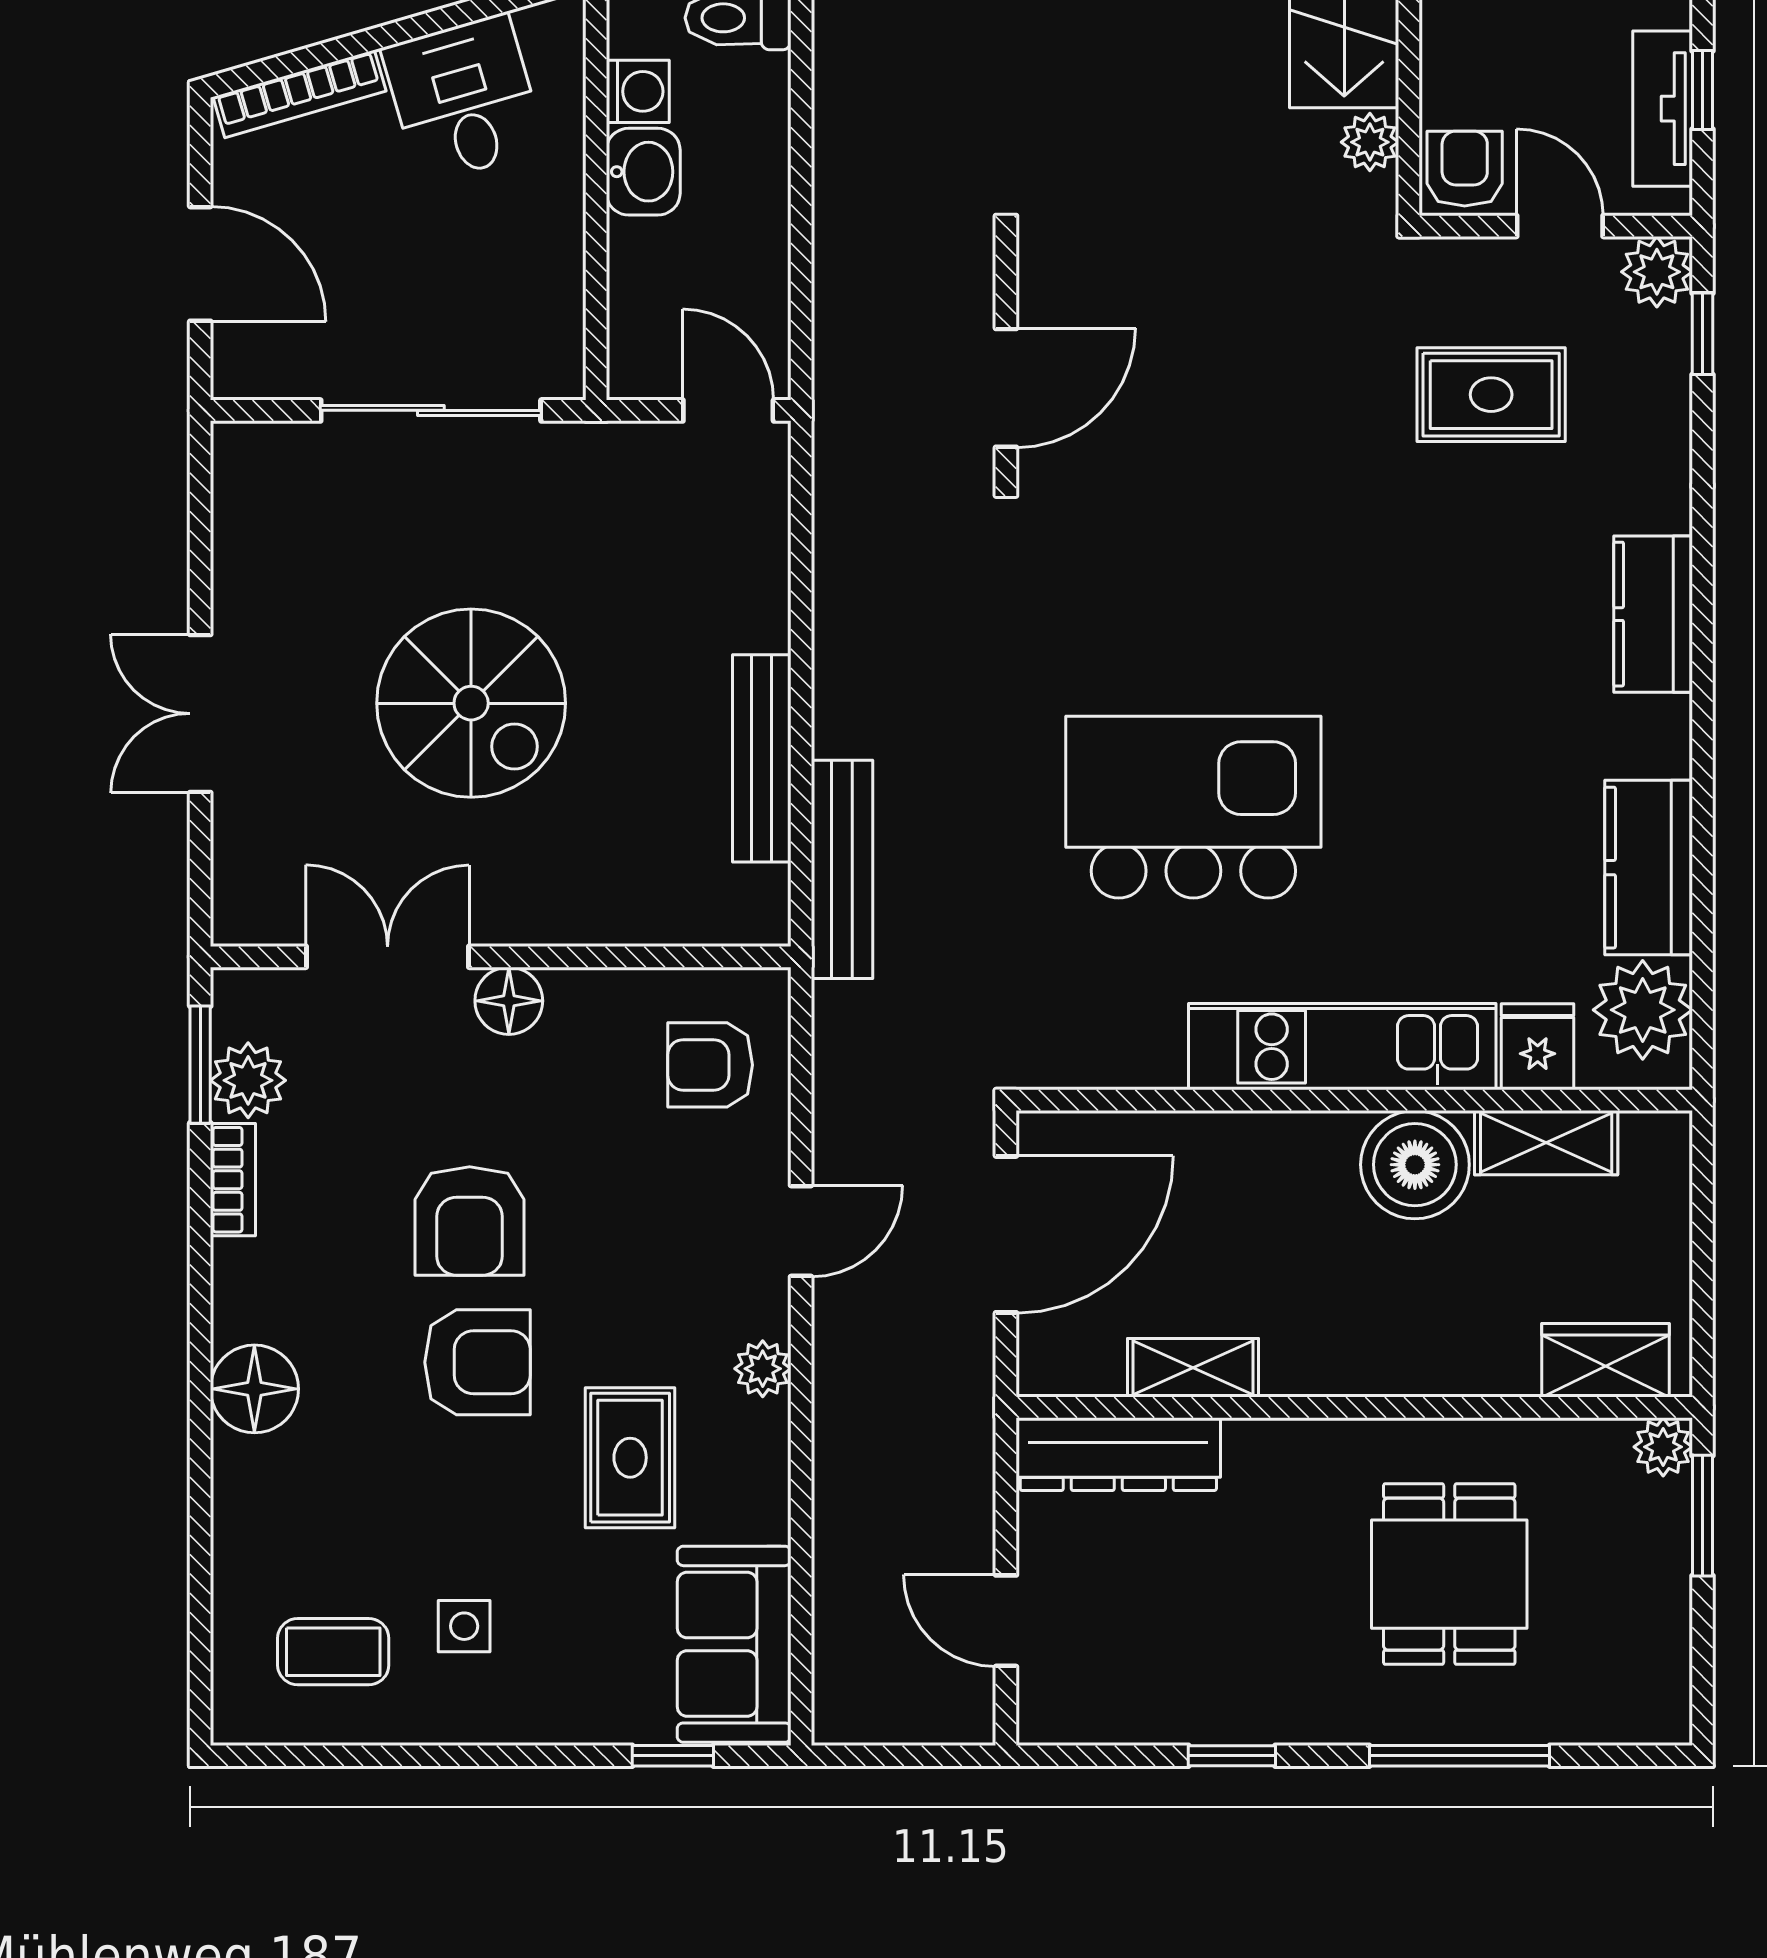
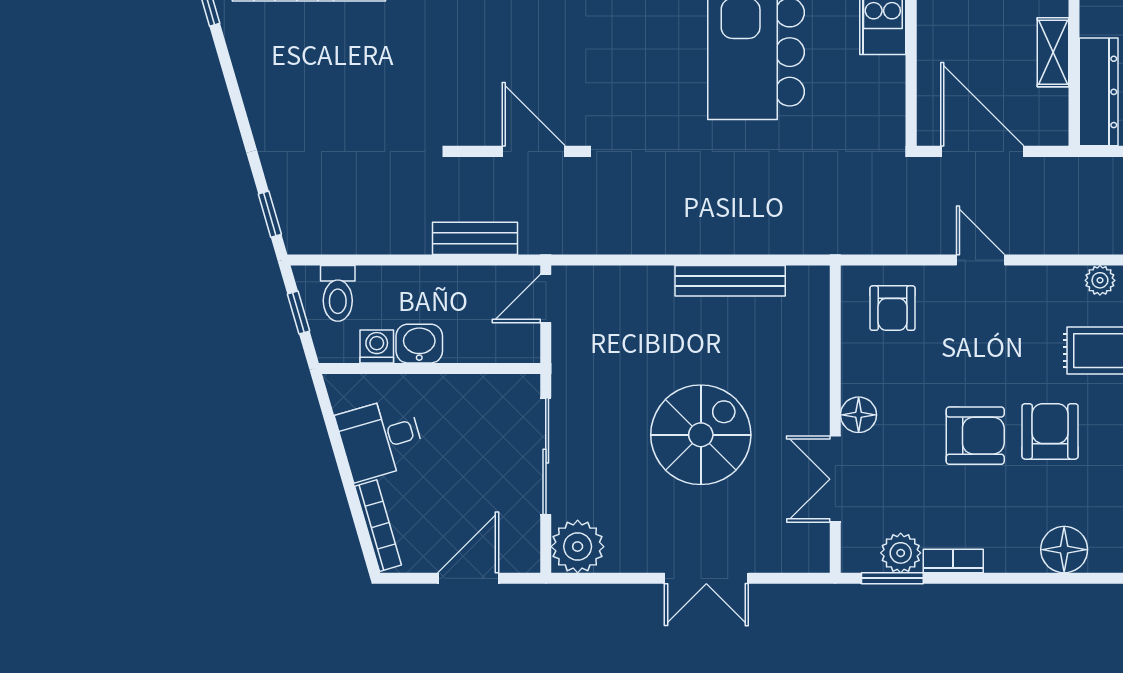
plant: (260, 471) -> (578, 547), added
bench: (842, 869) -> (475, 238), moved, width x0.73
plant: (763, 1369) -> (1100, 280), moved

